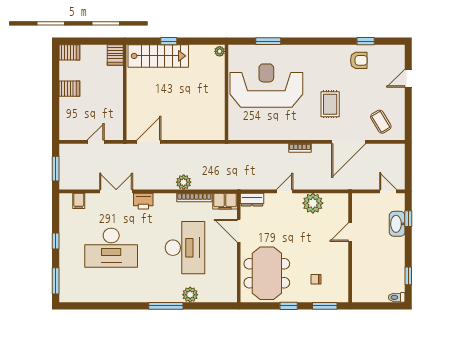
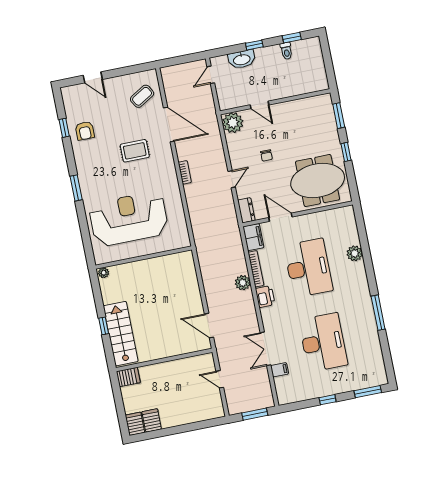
window: (268, 41) -> (76, 188), moved
armchair: (359, 60) -> (85, 131), turned 180
reception desk: (266, 86) -> (129, 219), turned 90
server rack: (69, 89) -> (152, 420), moved
door: (285, 191) -> (232, 179), swing flipped
filing cabinet: (79, 201) -> (280, 370), moved
printer: (143, 201) -> (265, 297), moved
plant: (313, 203) -> (233, 123), moved
window: (408, 219) -> (254, 45), moved
door: (239, 231) -> (280, 217), swing flipped
desk: (185, 248) -> (308, 268), turned 90
chair: (316, 279) -> (266, 155), moved
toilet: (397, 297) -> (286, 51), moved
window: (166, 306) -> (378, 313), moved

